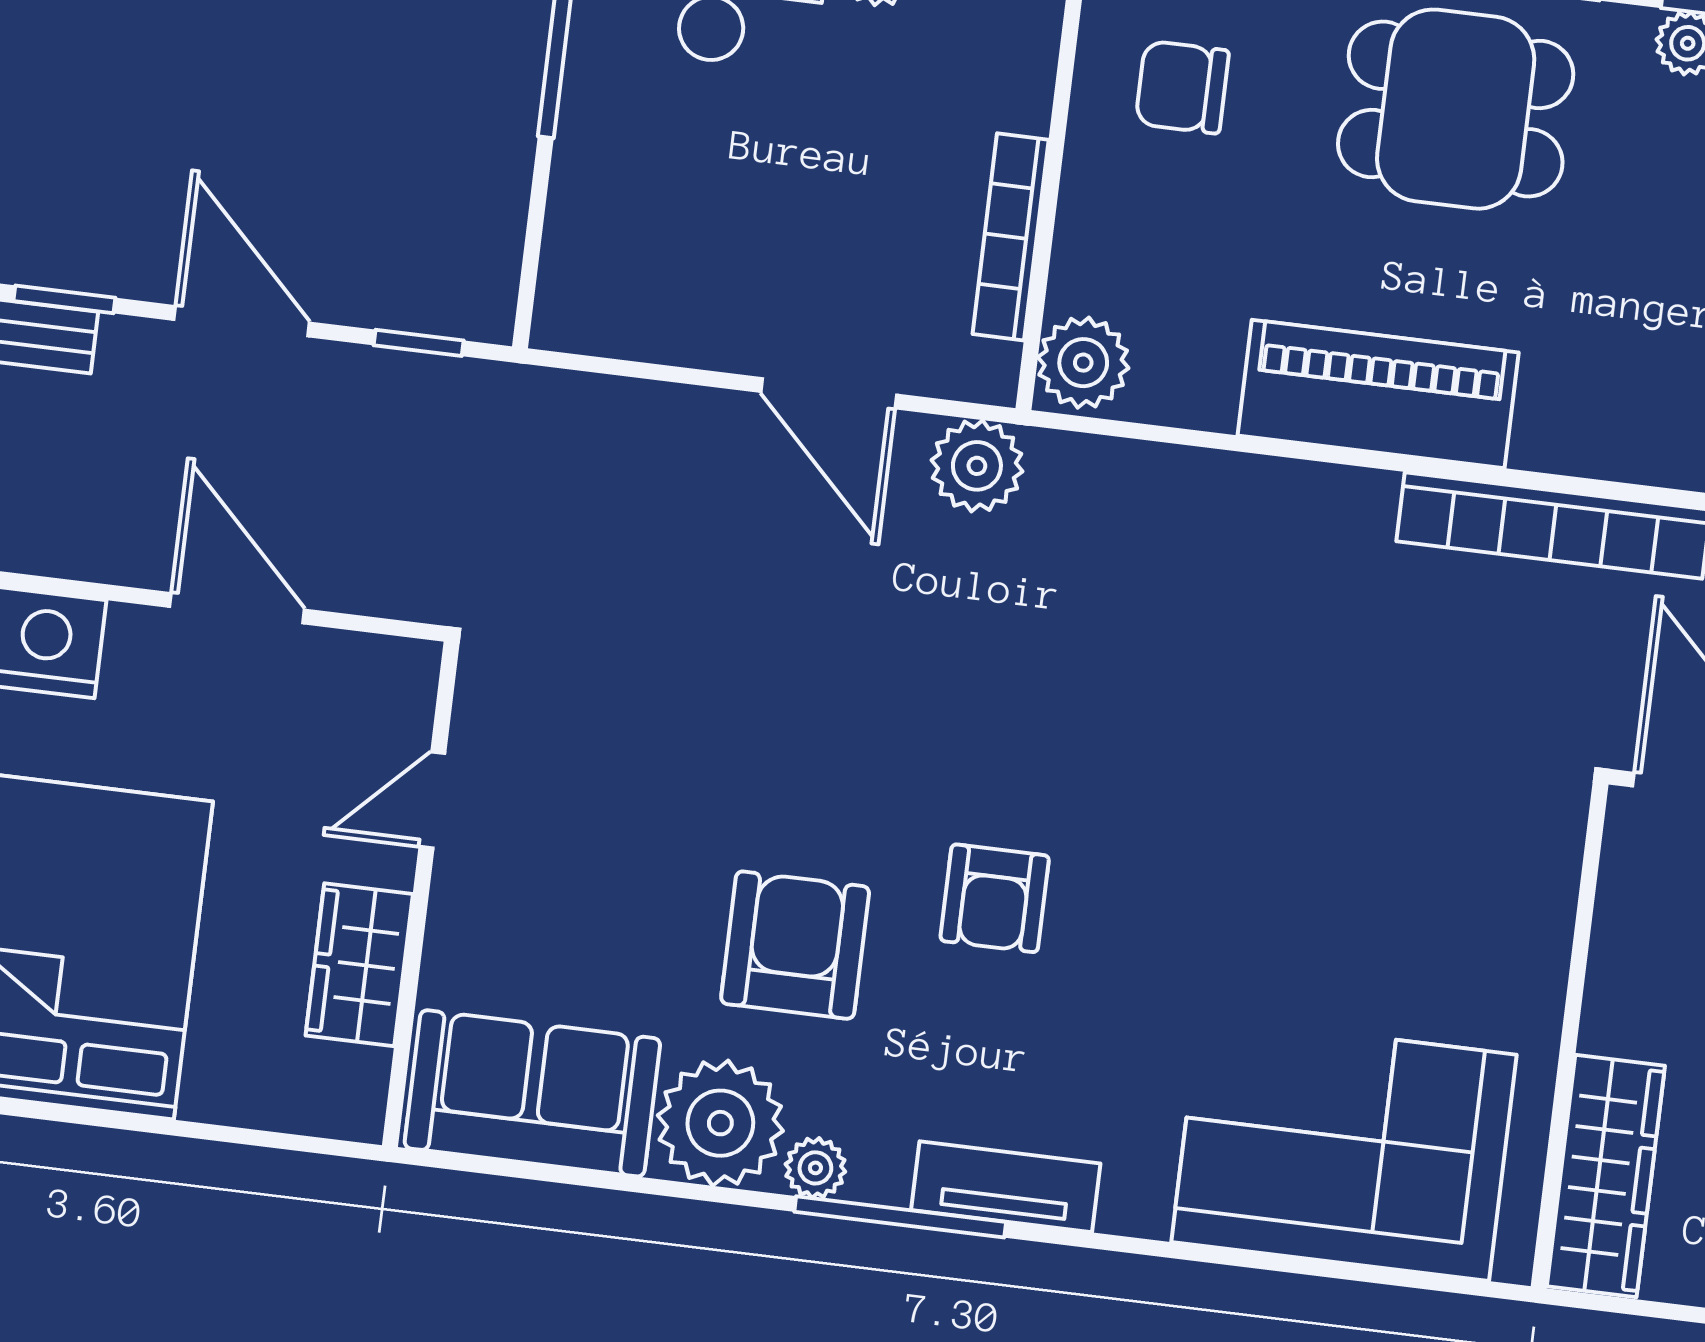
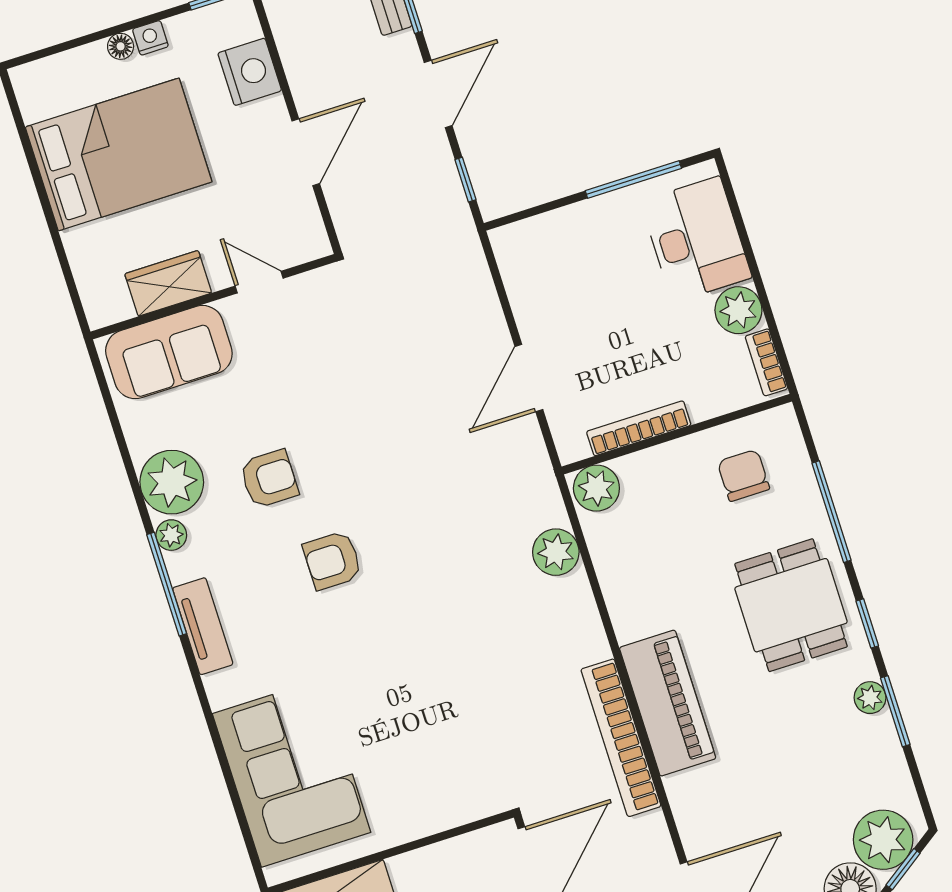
piano: (1378, 394) -> (668, 703), moved
plant: (977, 466) -> (556, 552), moved
armchair: (795, 945) -> (269, 479), width x0.72, depth x0.72
sofa: (532, 1093) -> (169, 352), moved, turned 90

